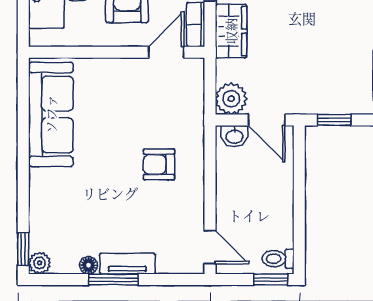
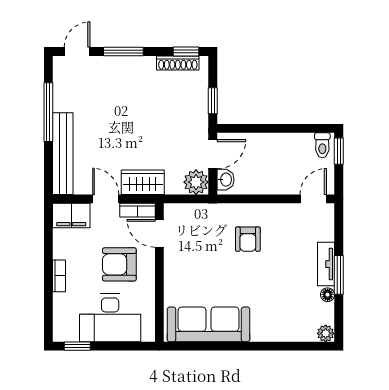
window: (23, 249) -> (315, 346), removed

